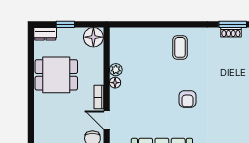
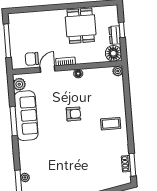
dresser: (45, 34) -> (115, 35), moved
plant: (116, 70) -> (118, 71), moved
armchair: (187, 99) -> (73, 114), moved, turned 180

